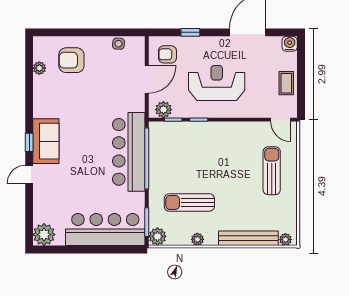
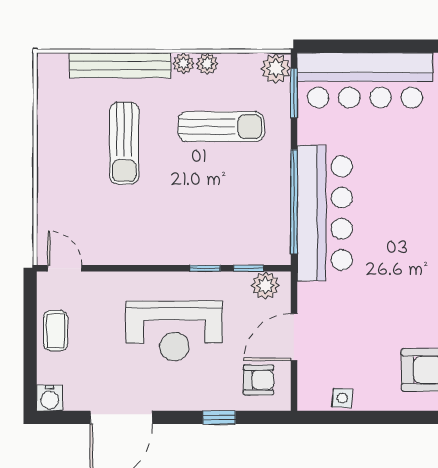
sun lounger: (272, 171) -> (124, 143), moved
plant: (285, 239) -> (184, 63), moved

